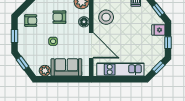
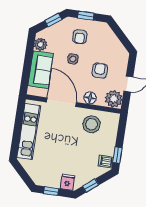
armchair: (31, 21) -> (80, 37), moved
door: (91, 45) -> (61, 102), swing flipped
window: (159, 67) -> (24, 176), removed

